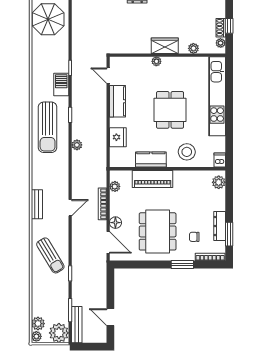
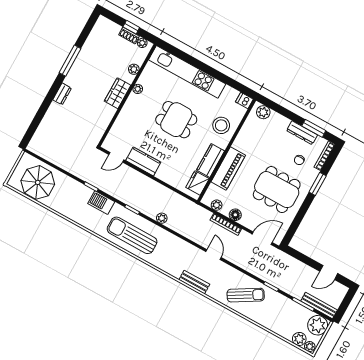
plant: (156, 61) -> (138, 89), moved
sun lounger: (48, 127) -> (132, 235), turned 180
fridge: (118, 137) -> (197, 183), moved, turned -90
floor lamp: (115, 223) -> (235, 215), moved

